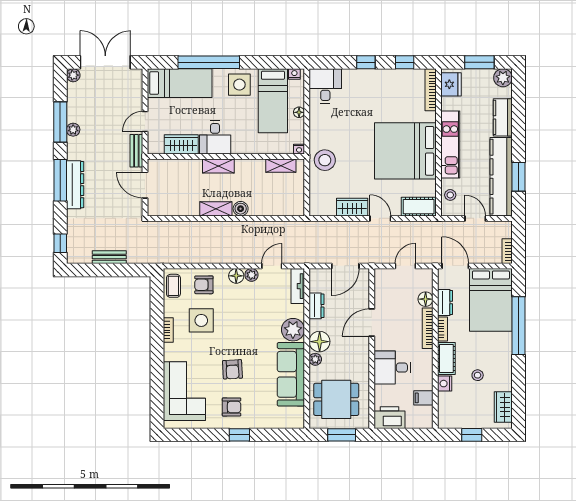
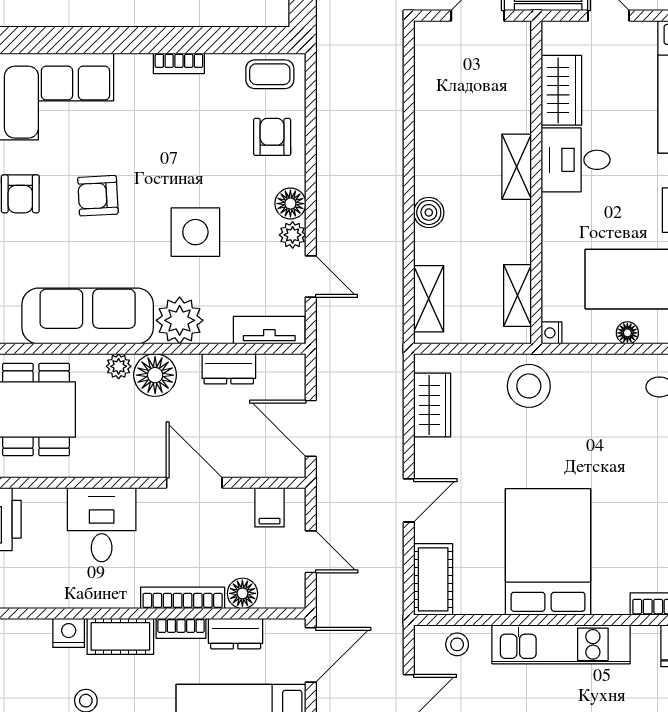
bed: (405, 151) -> (548, 552), width x0.73
wardrobe: (352, 207) -> (432, 405), moved
shelving: (216, 209) -> (429, 299), moved
side table: (201, 320) -> (195, 232), moved
filing cabinet: (423, 398) -> (270, 507), moved, turned 180

